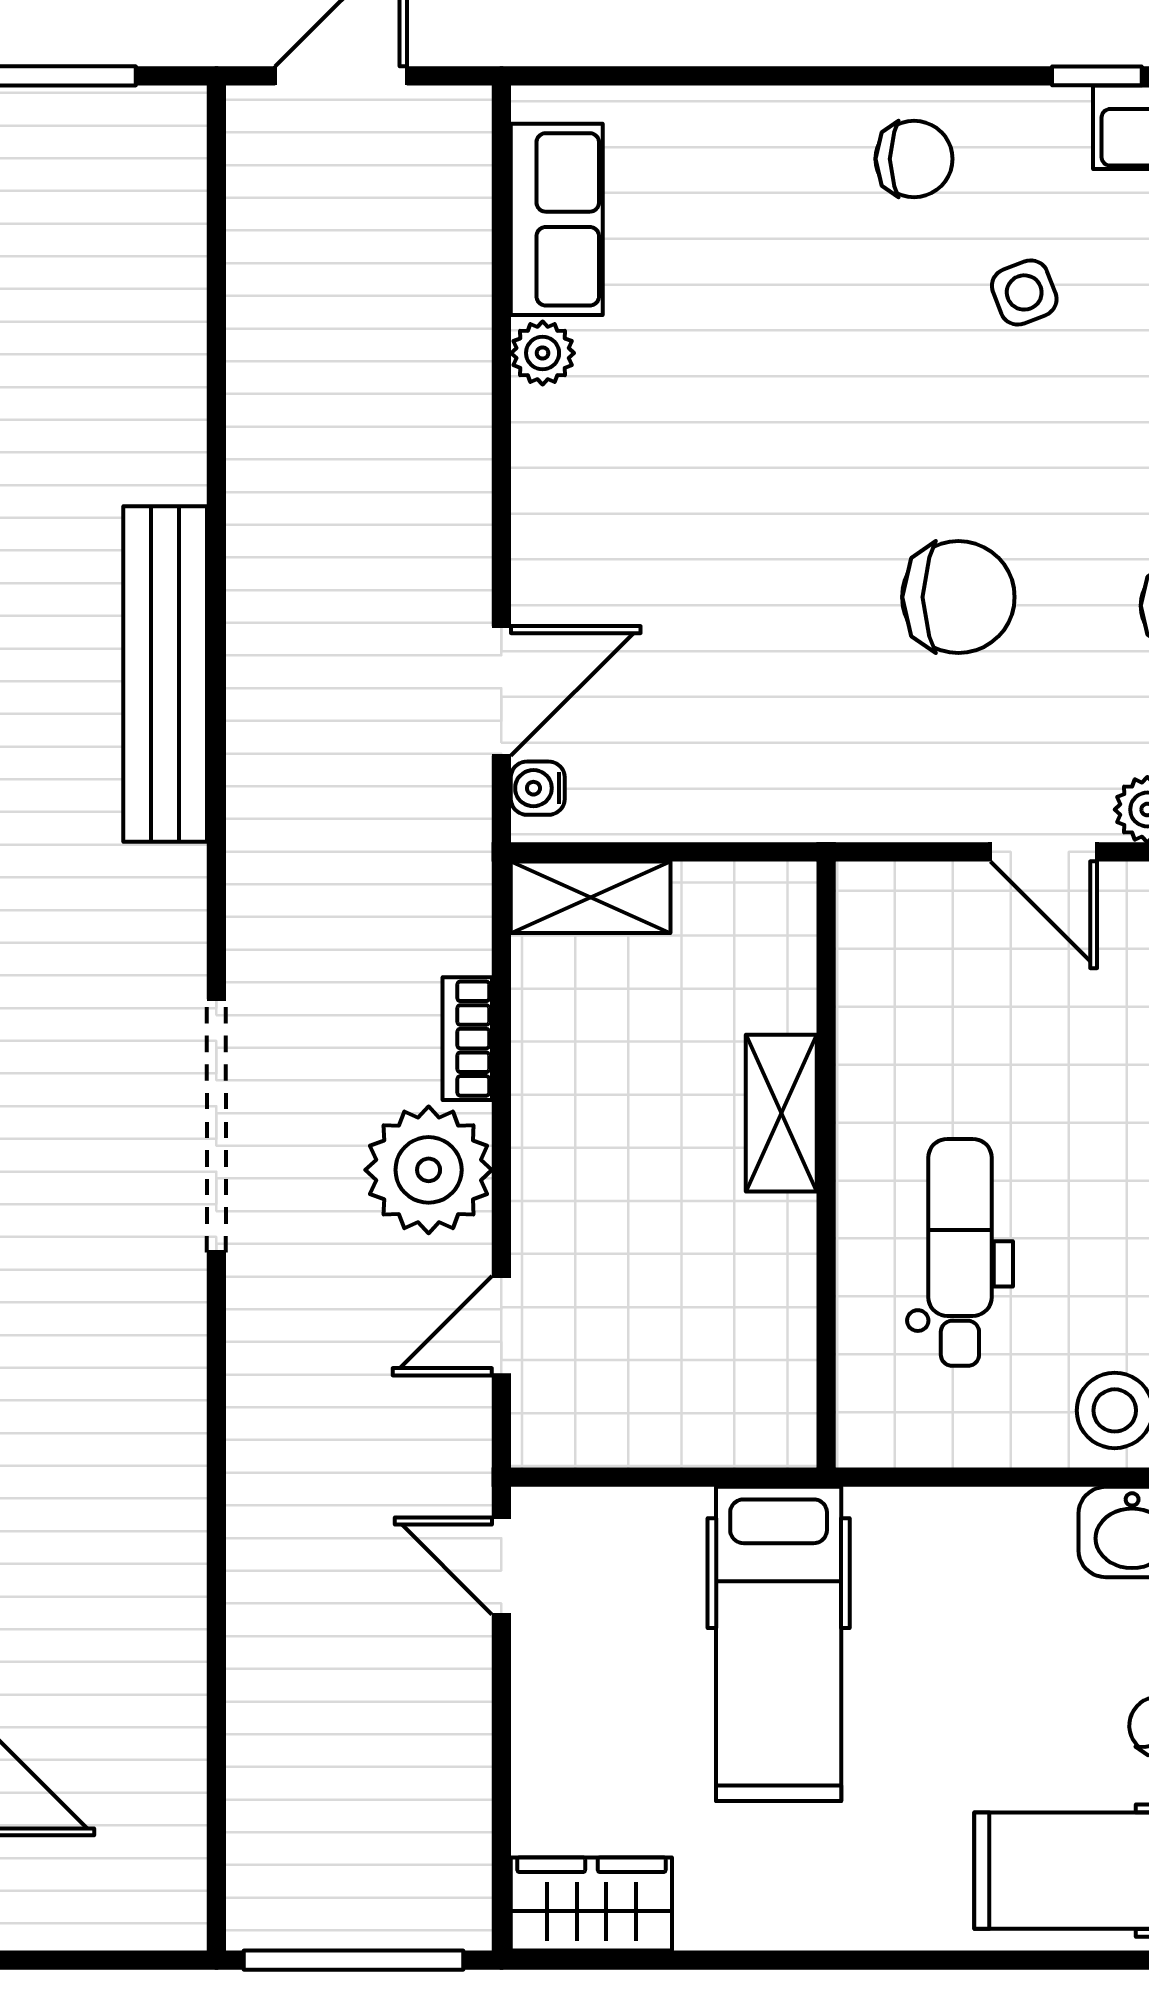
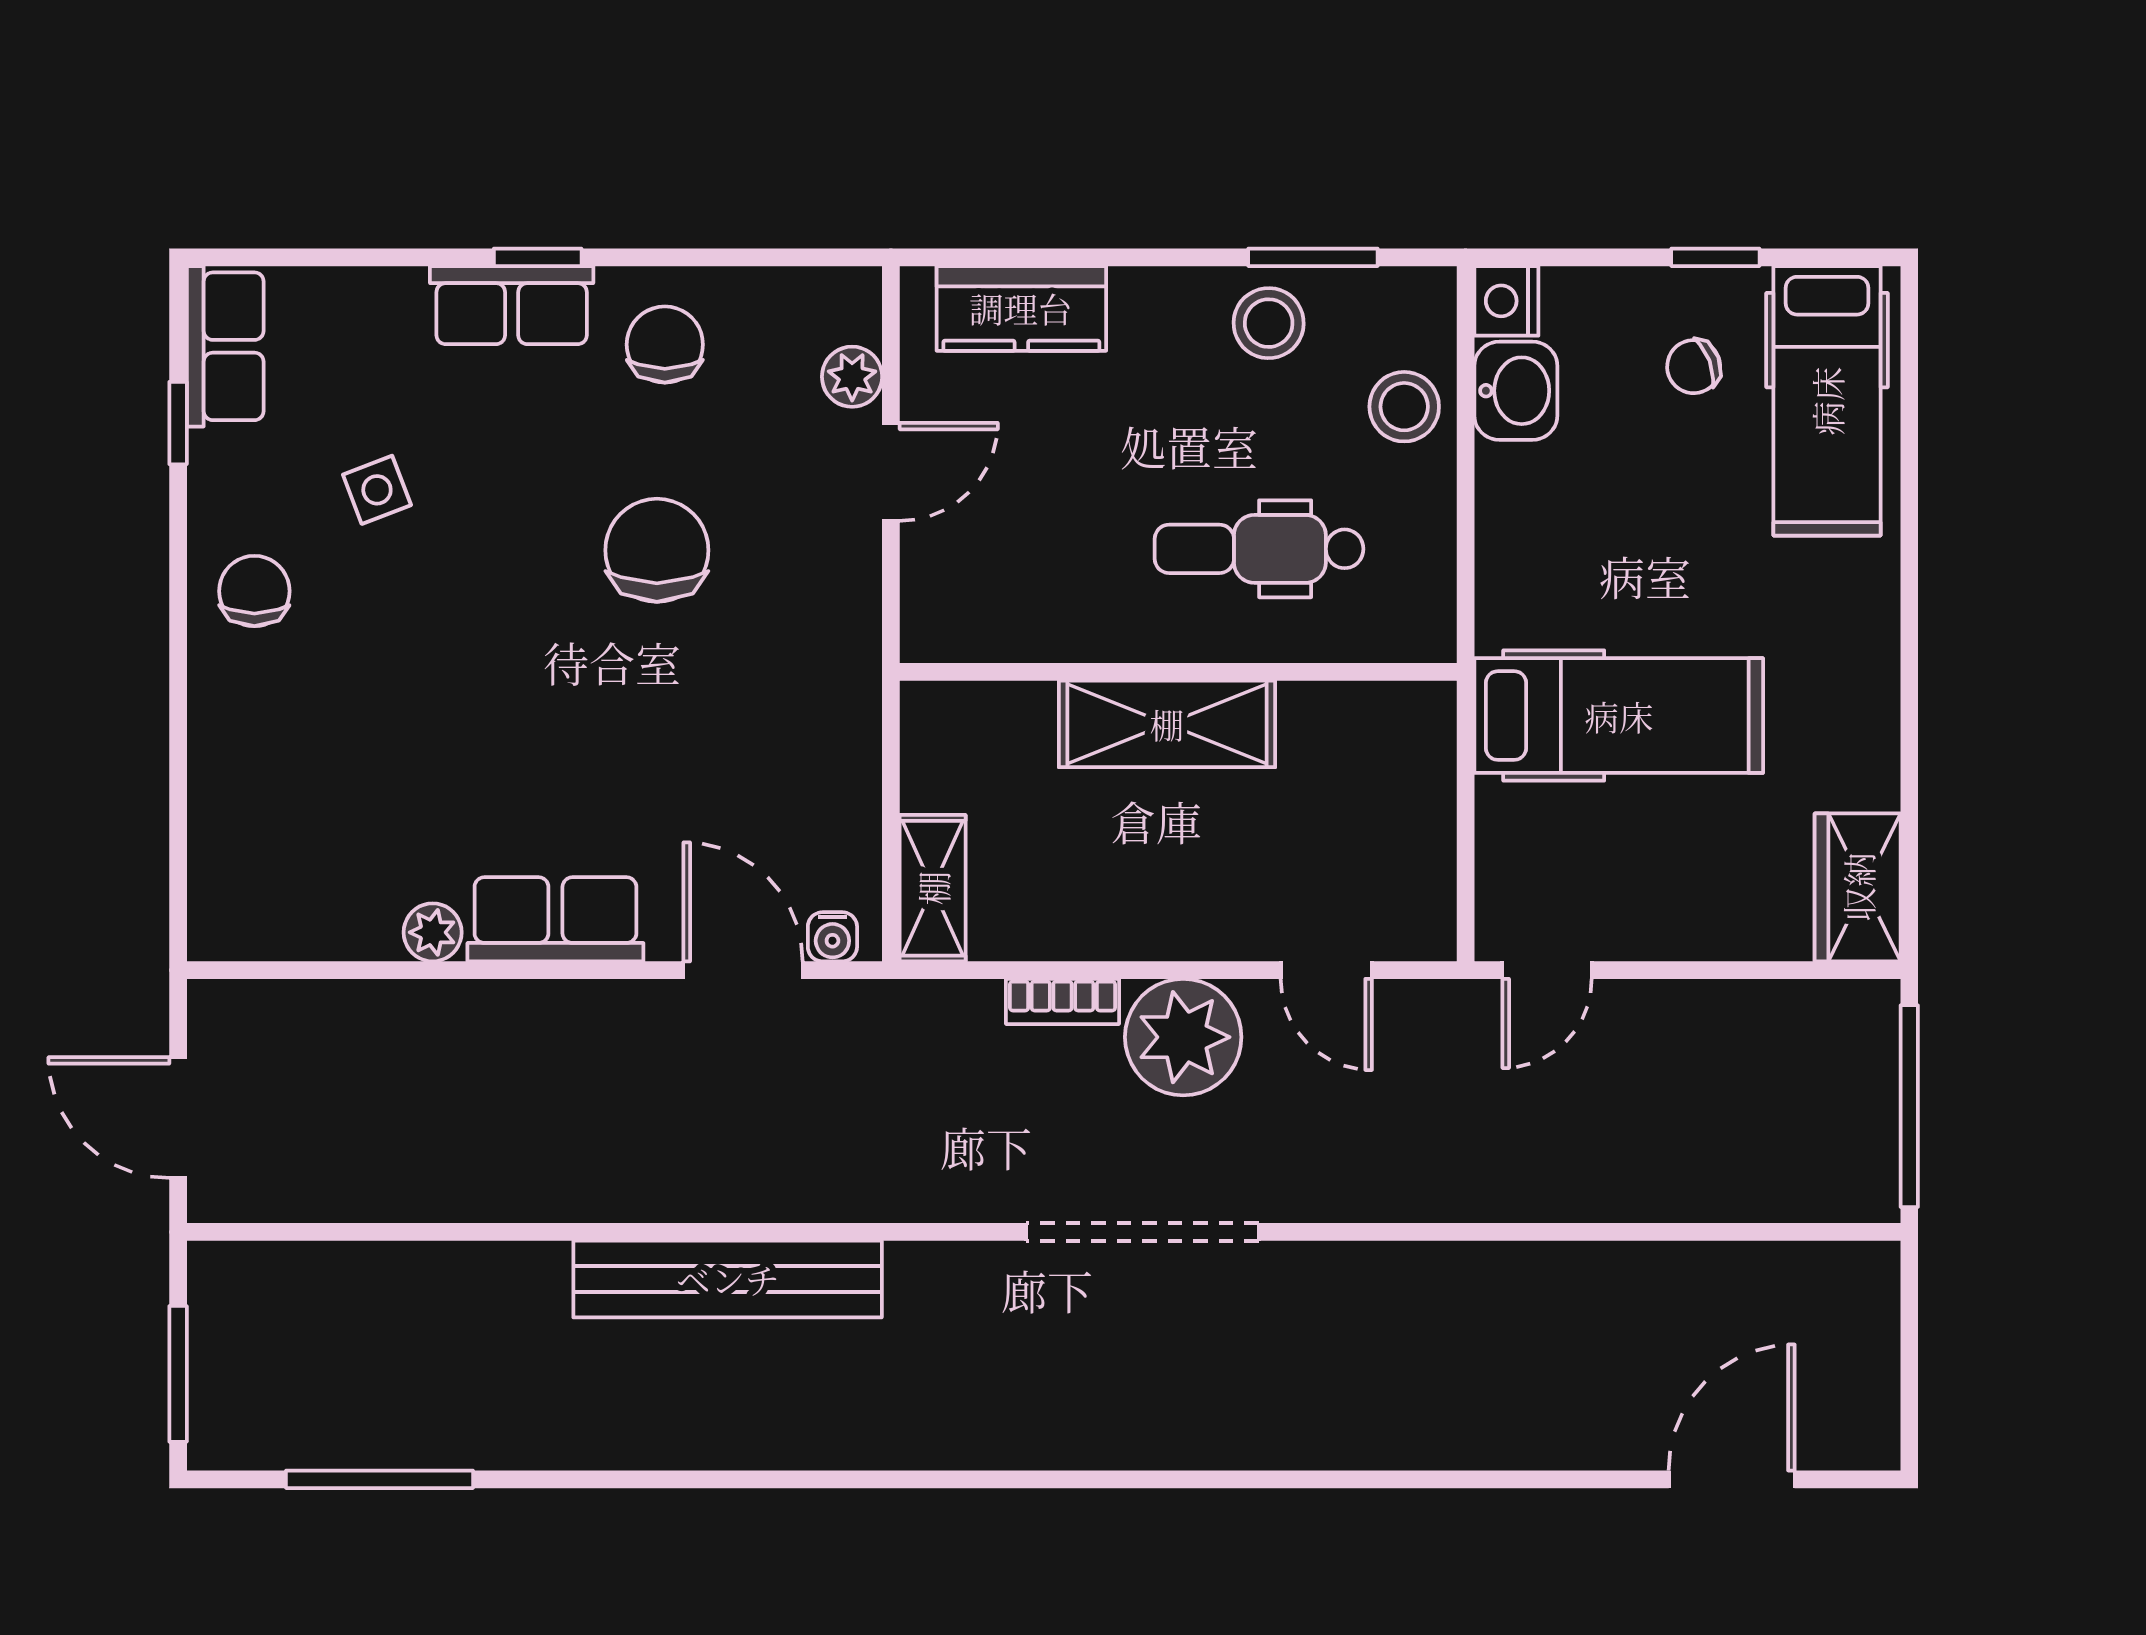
row of seats: (557, 219) -> (555, 919), moved
shelving: (781, 1113) -> (1167, 724), width x1.50, depth x1.33

